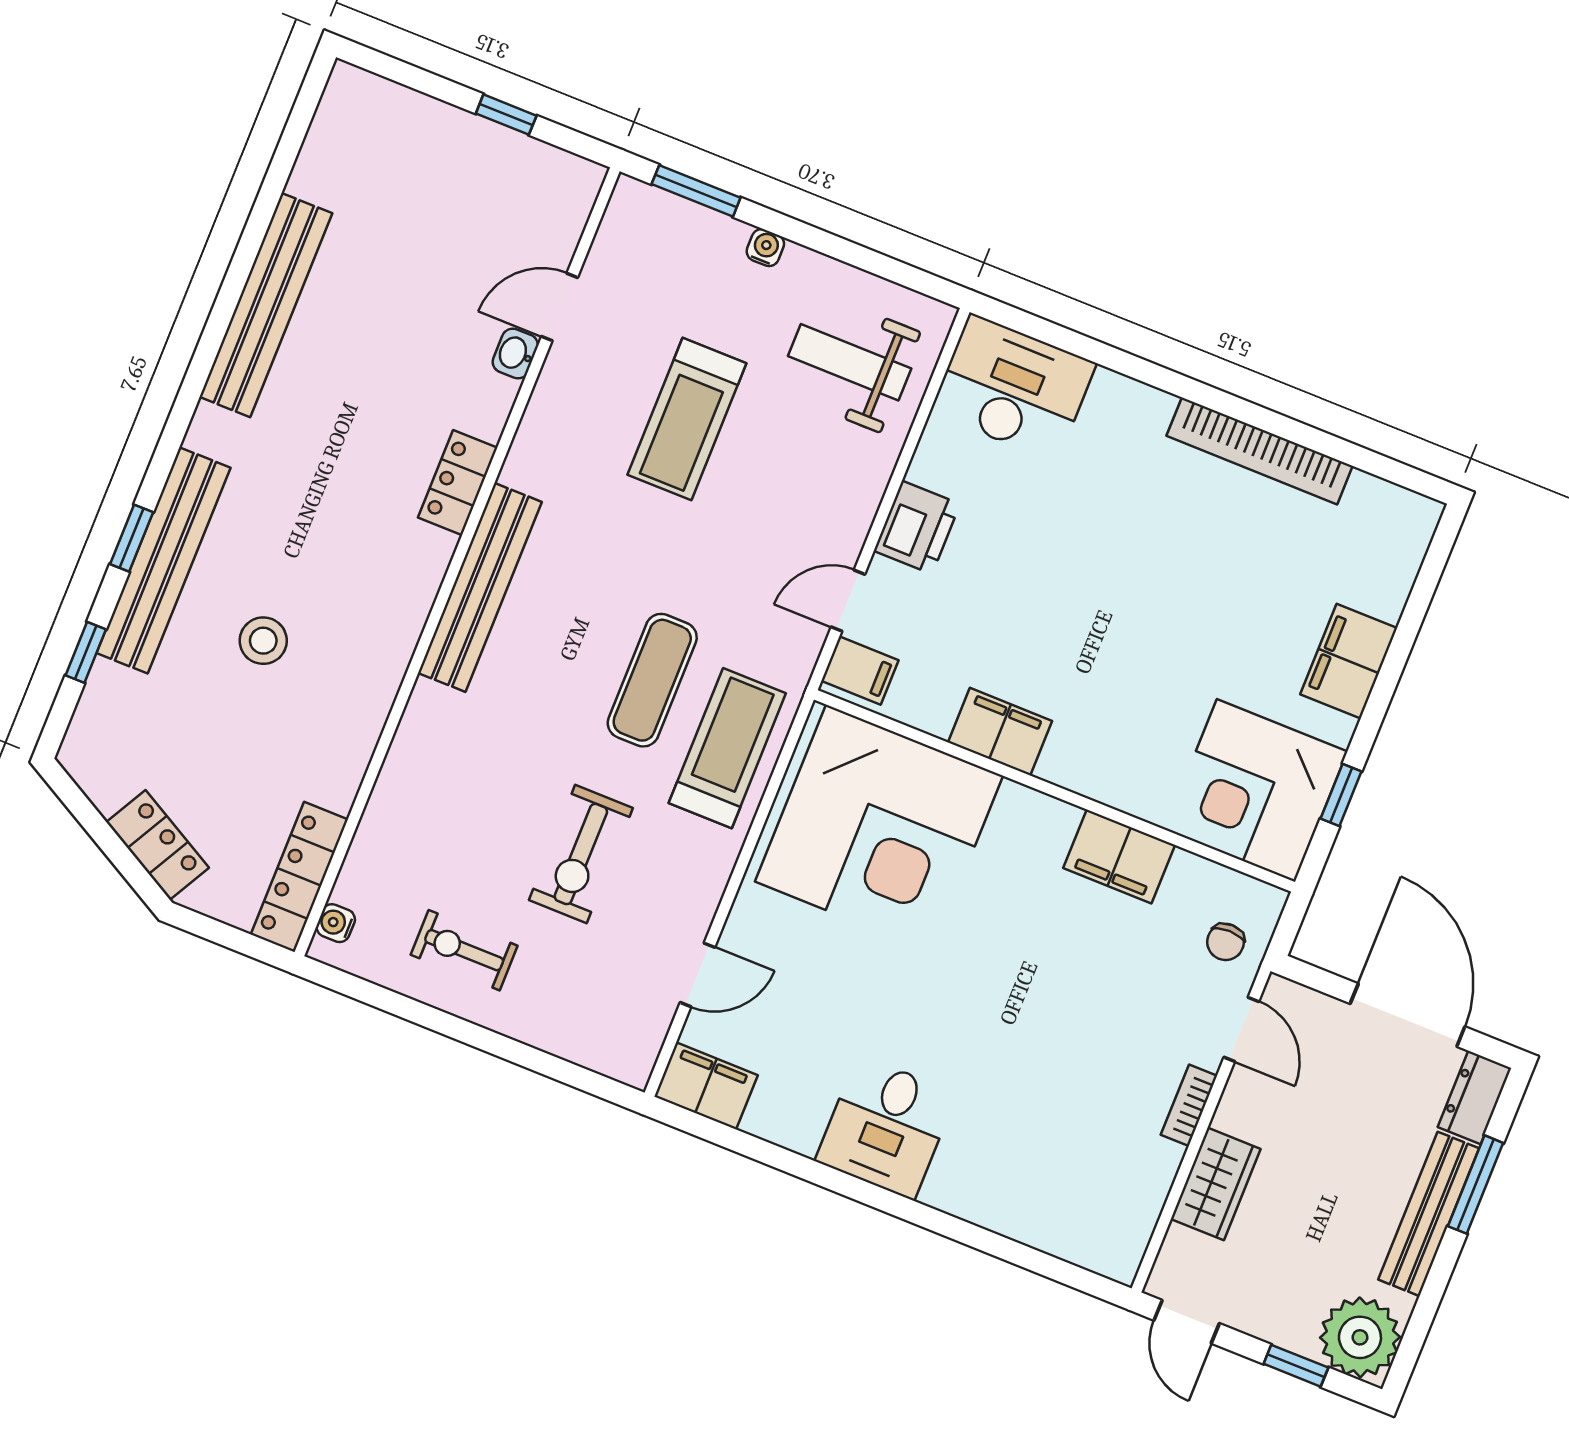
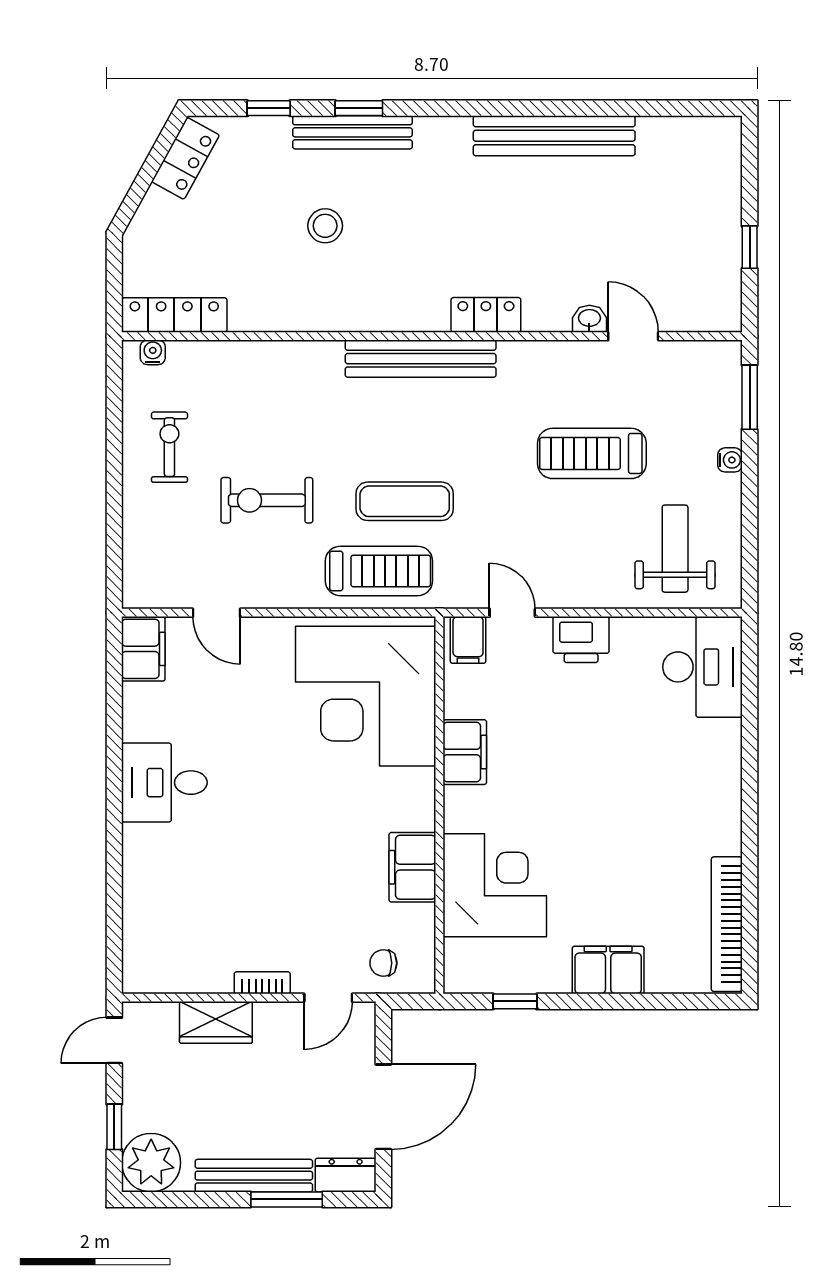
bookcase: (1260, 451) -> (727, 924), moved
bench: (163, 560) -> (352, 132), width x0.73, depth x0.82
corner desk: (1256, 790) -> (495, 885), moved, turned 90
locker: (157, 845) -> (185, 158), moved

